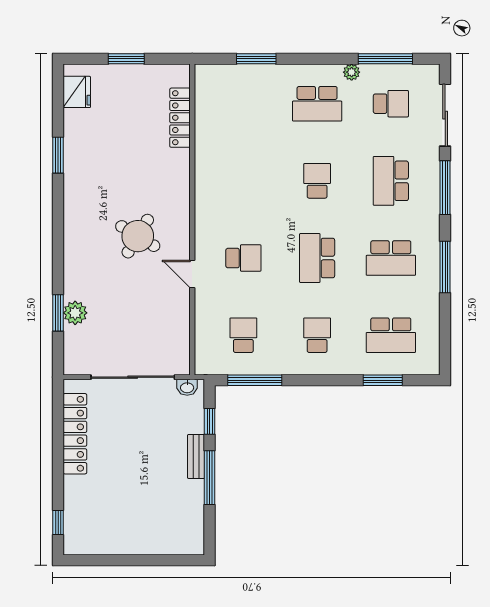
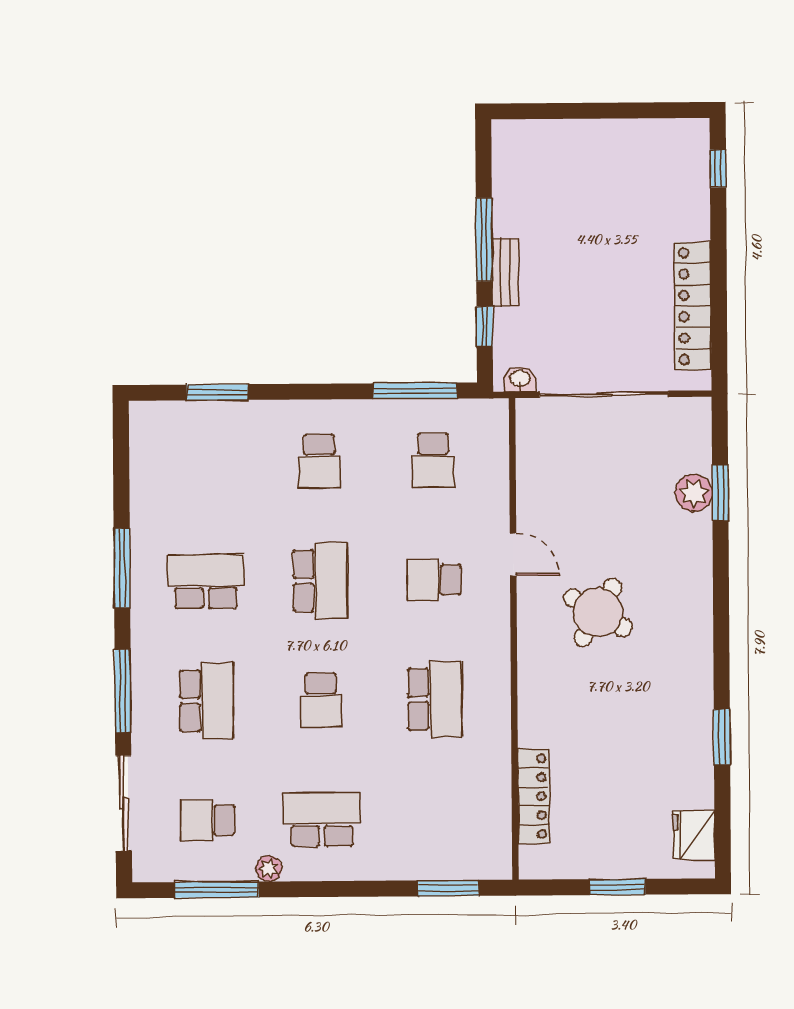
window: (256, 59) -> (448, 888), moved
school desk: (391, 335) -> (435, 699), moved, turned 90

